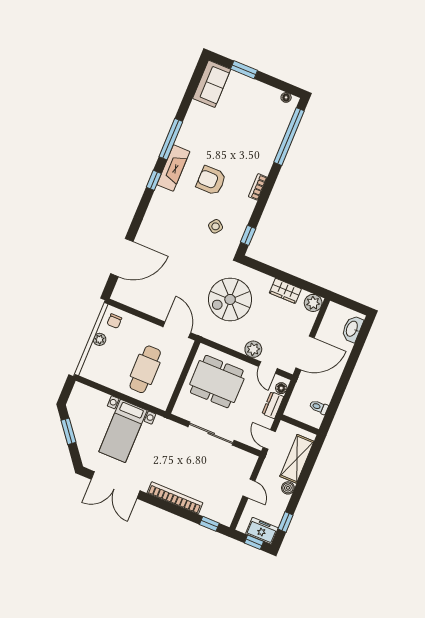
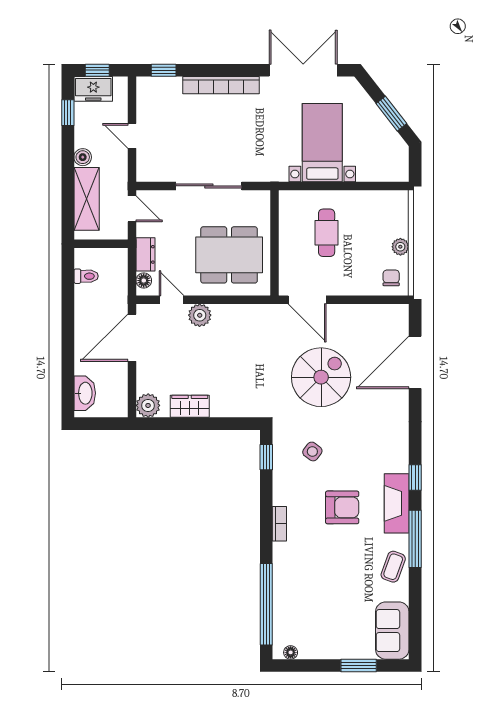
coffee table: (193, 127) -> (393, 567), added
spiral stairs: (230, 299) -> (321, 377), moved
cafe table: (145, 369) -> (327, 233), width x0.73, depth x0.74

